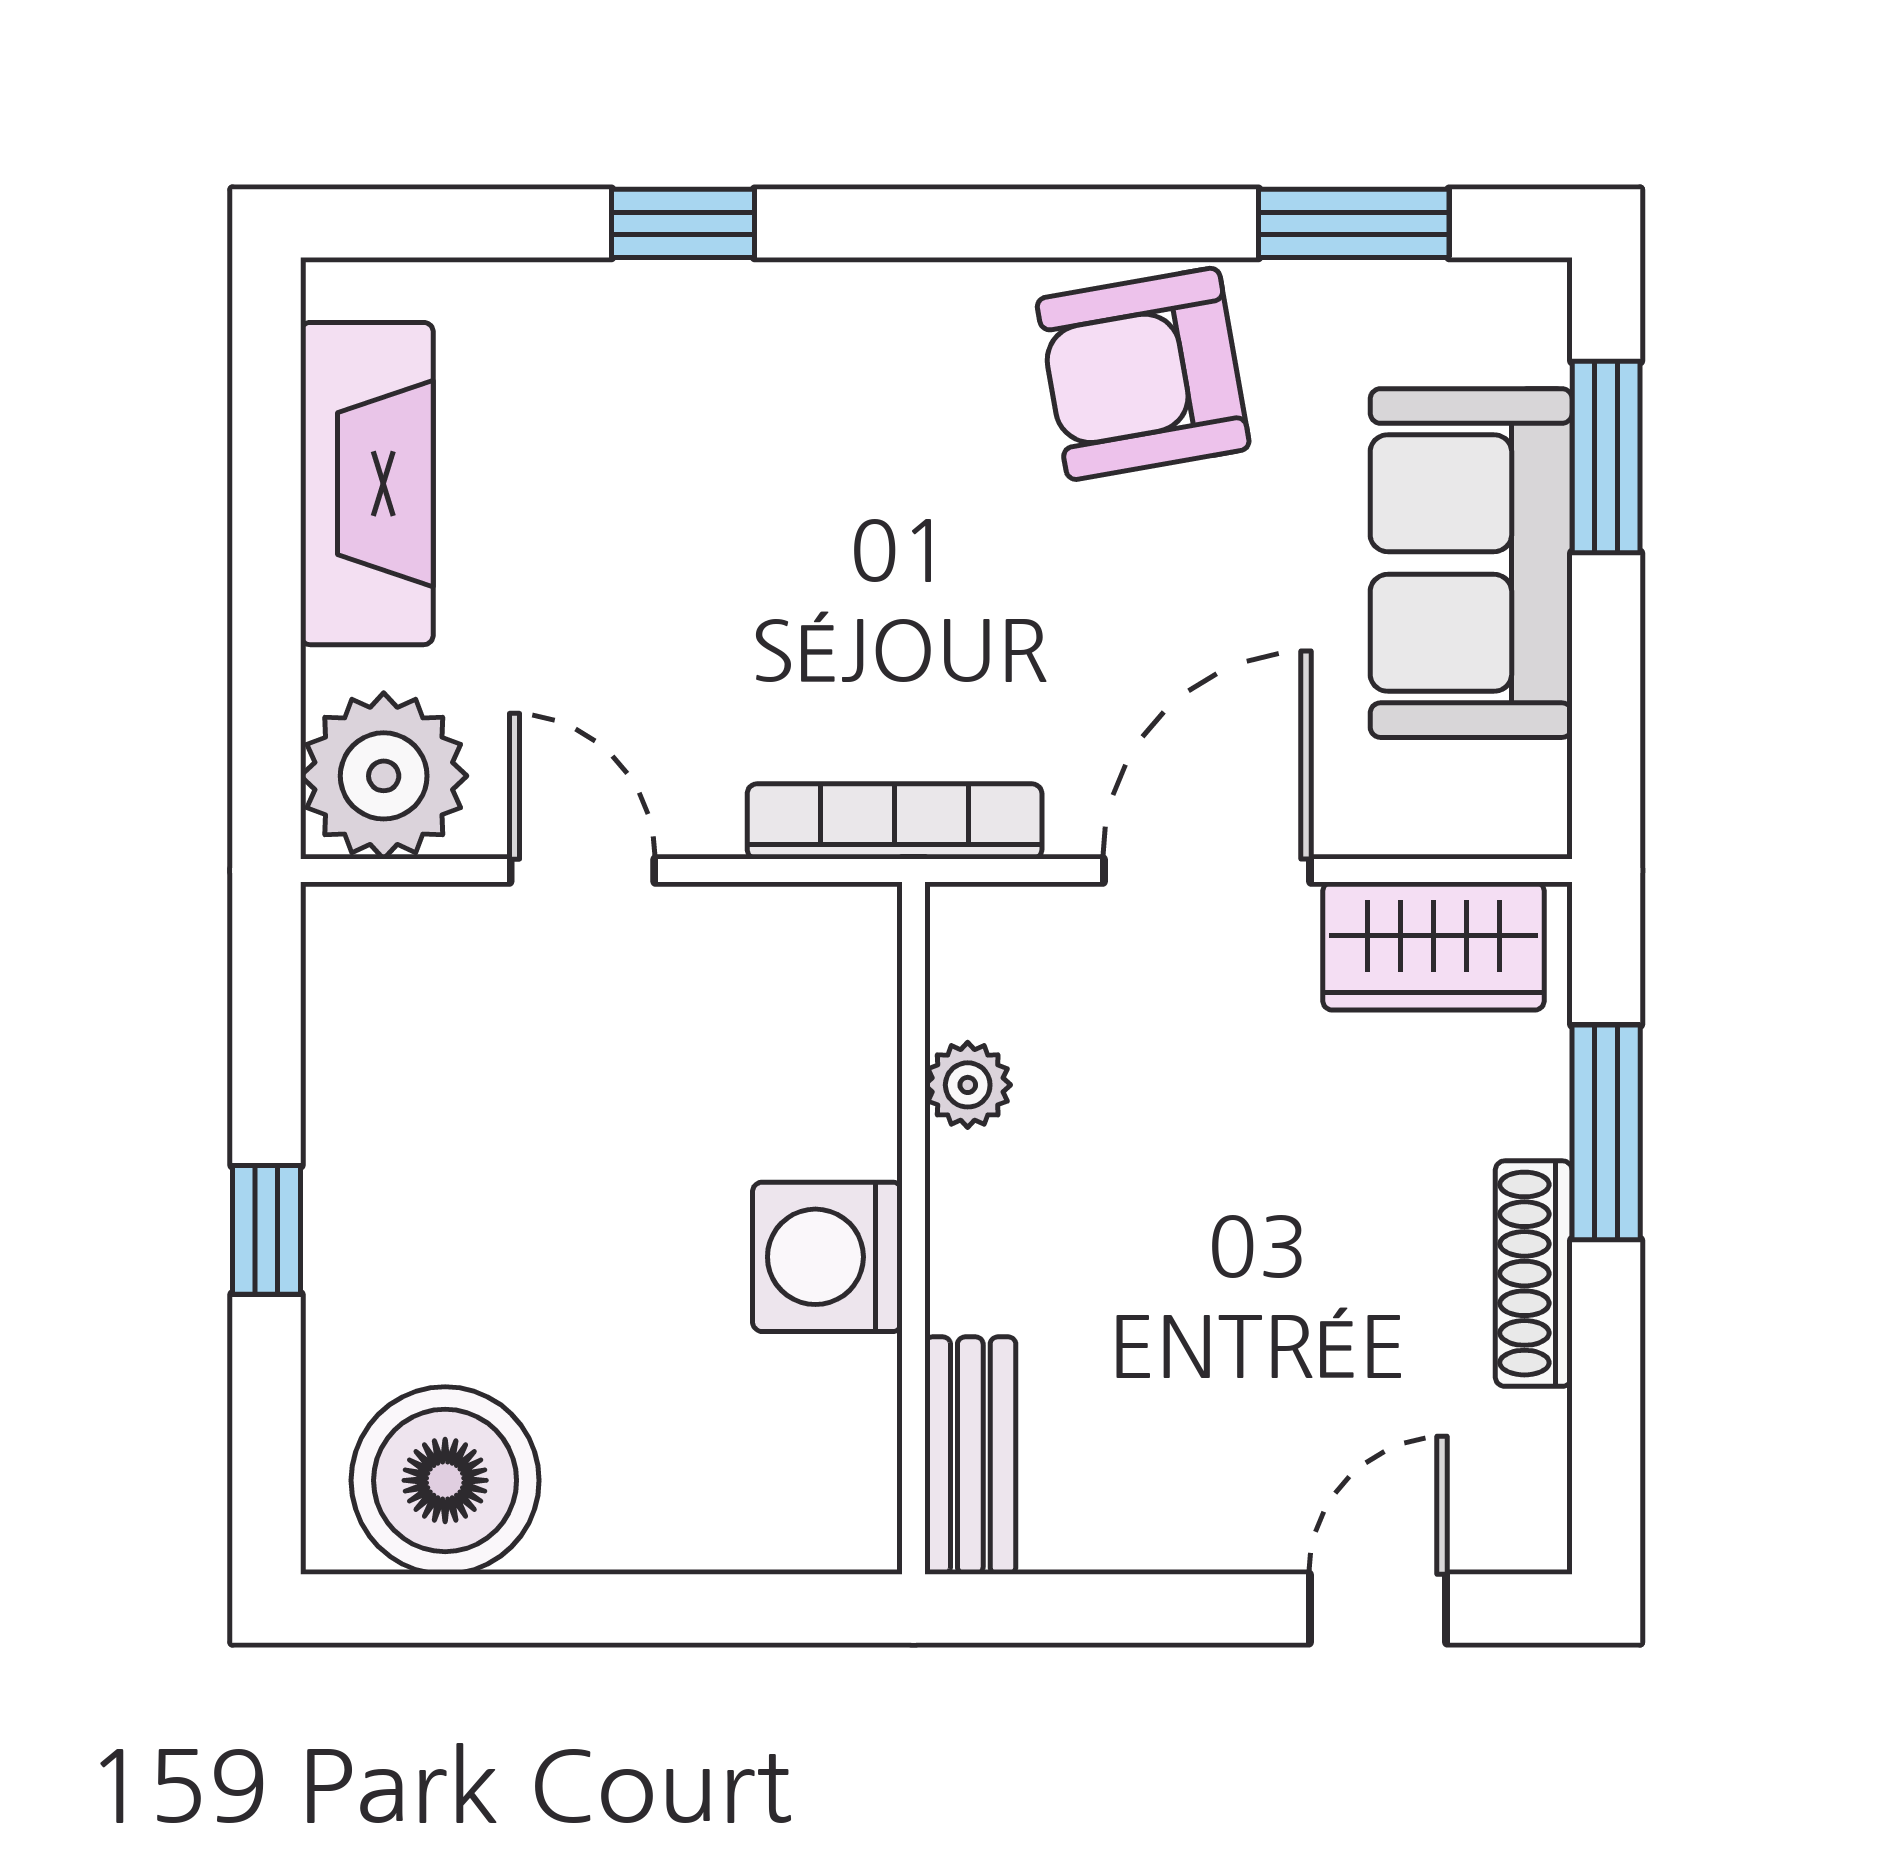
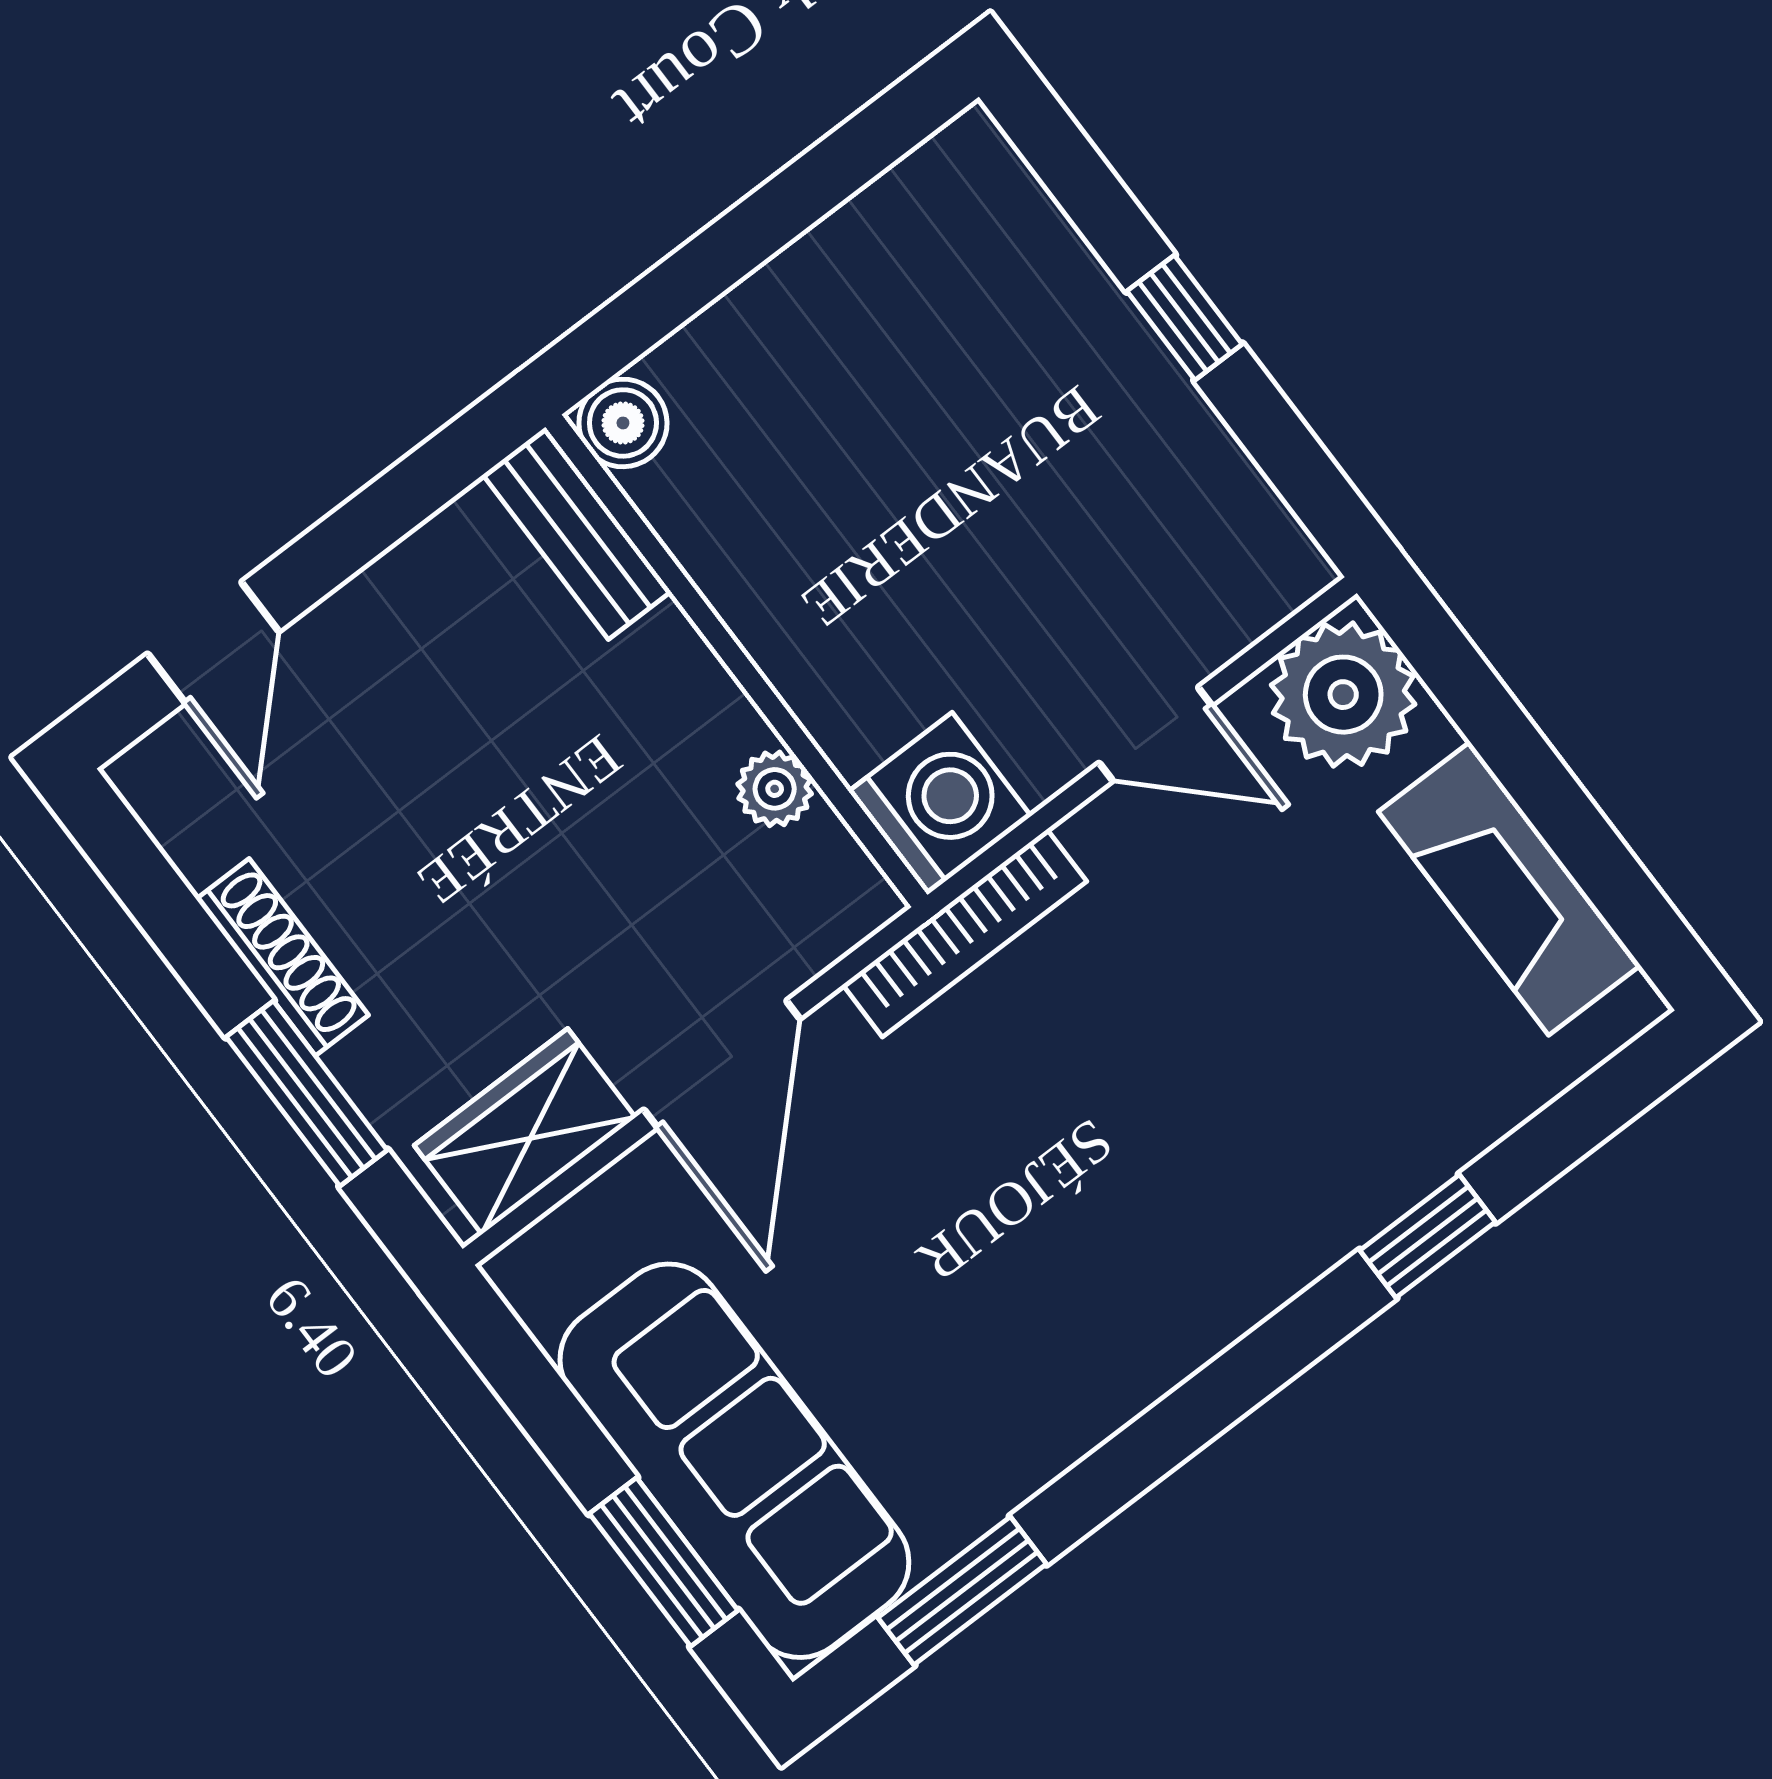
armchair: (1143, 374) -> (1029, 1375), removed
sofa: (1471, 563) -> (734, 1461), width x1.36
washing machine: (827, 1257) -> (940, 804), moved
boiler: (445, 1480) -> (623, 423), moved, width x0.54, depth x0.54

